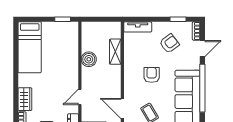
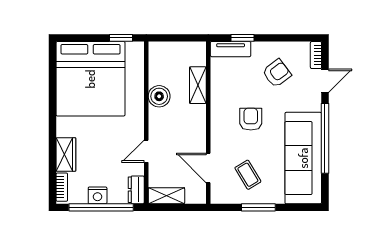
window: (178, 19) -> (242, 38), moved
bed: (30, 47) -> (90, 79), width x2.04

